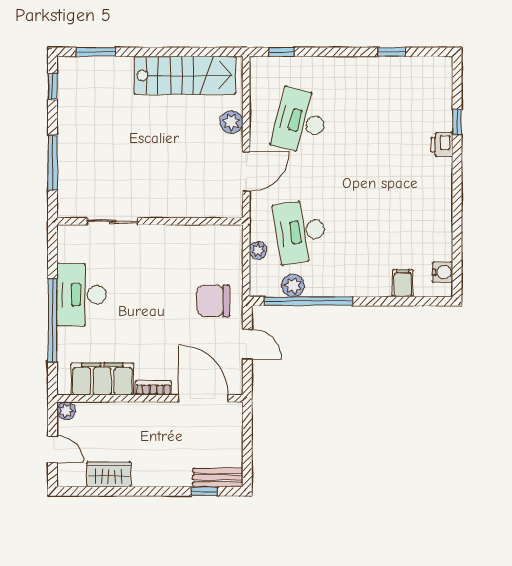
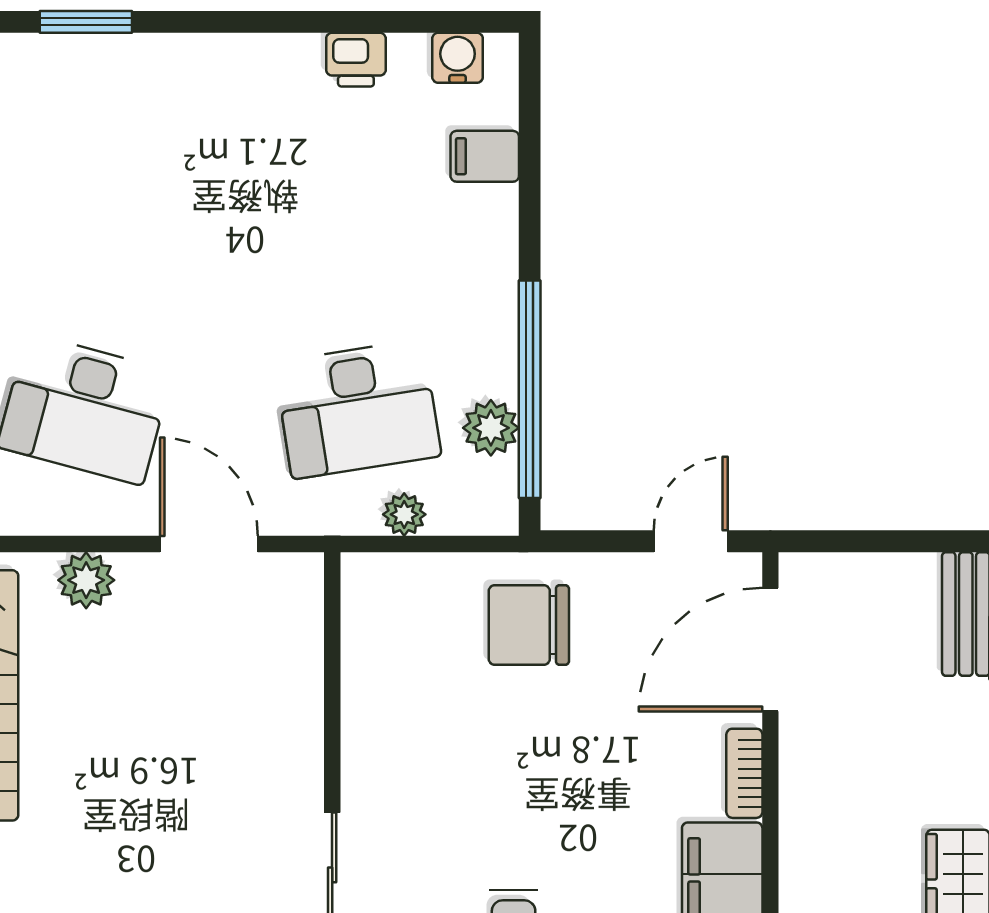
window: (457, 122) -> (86, 22), width x1.50
printer: (442, 145) -> (356, 60), moved
chair: (213, 301) -> (529, 625), turned 90
door: (247, 344) -> (691, 541), moved

